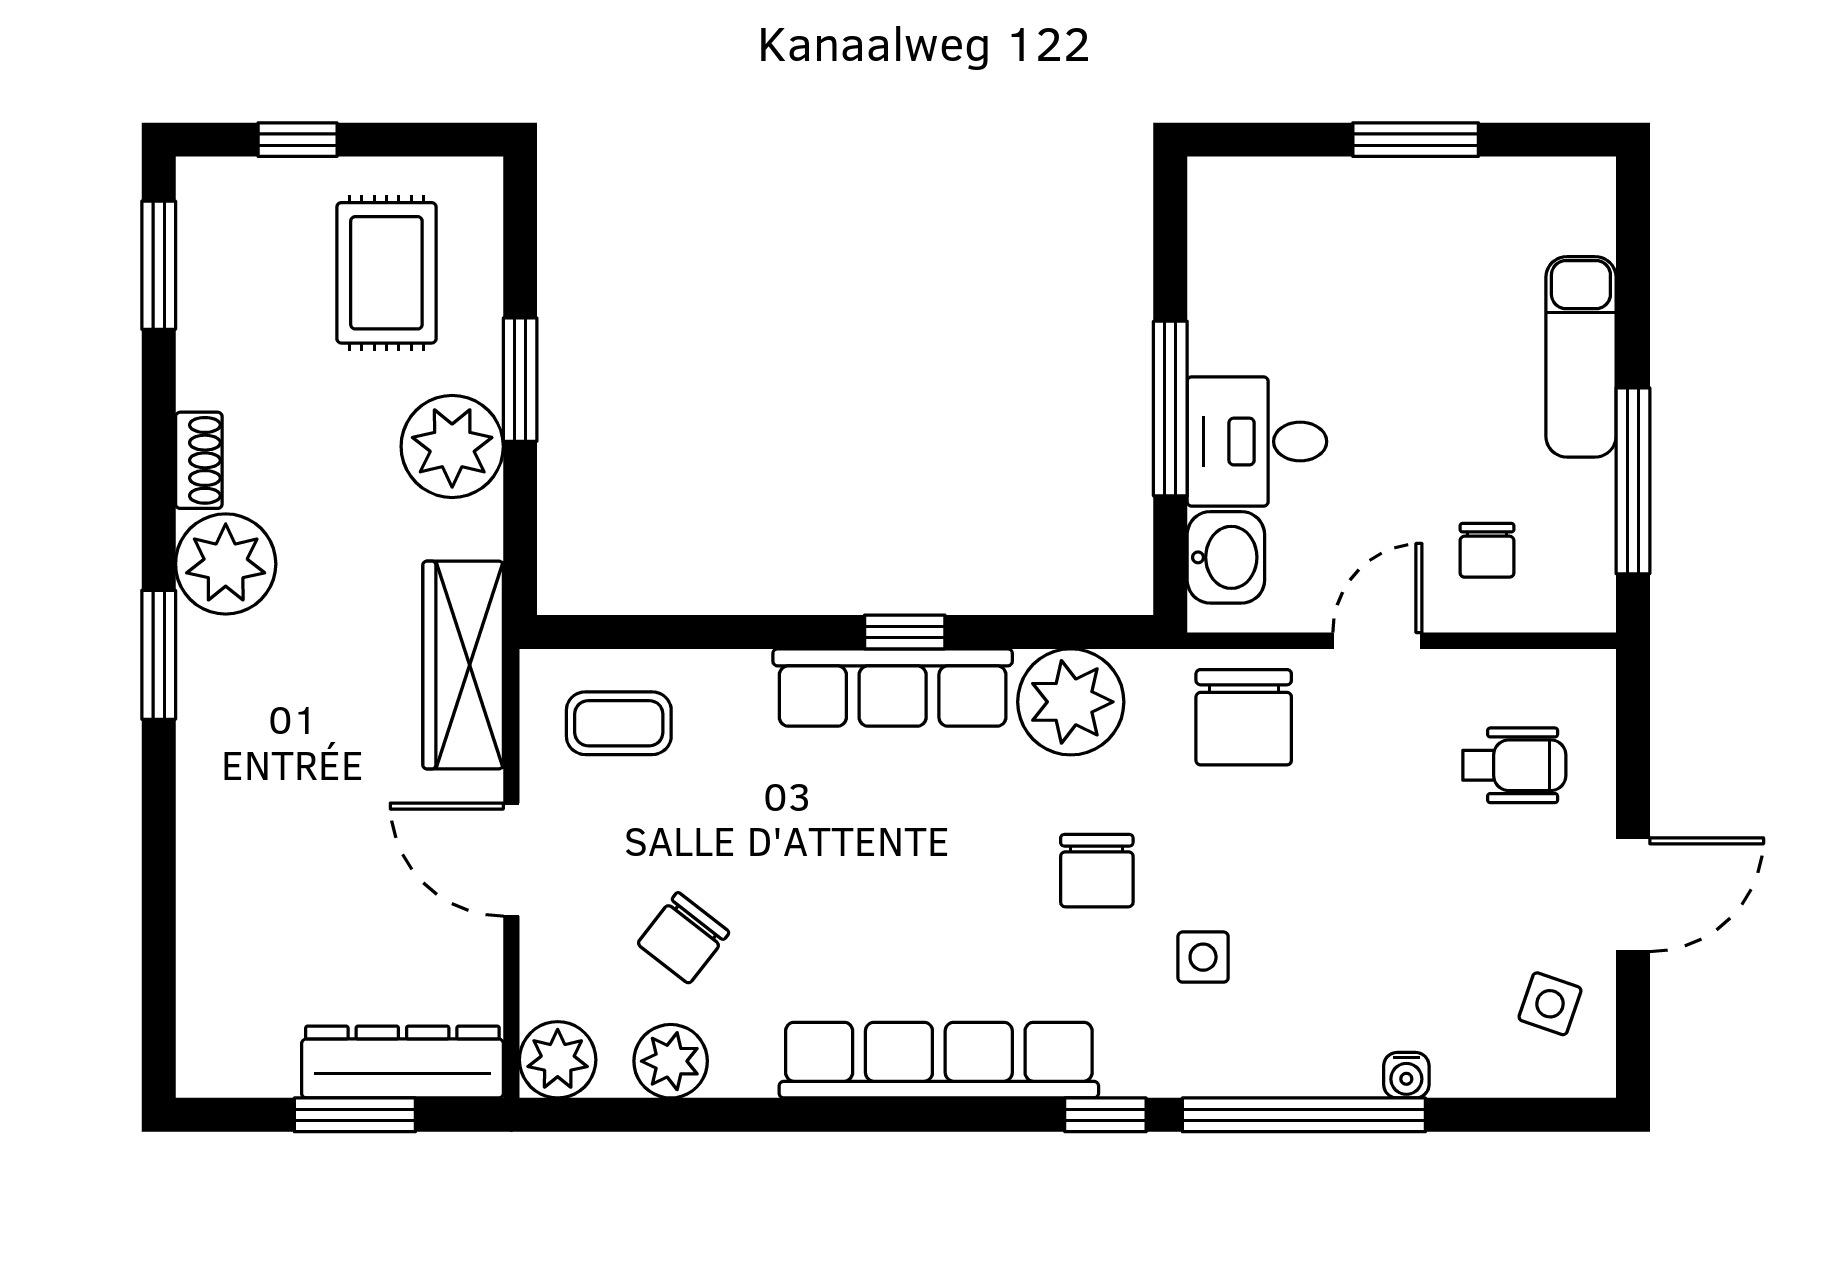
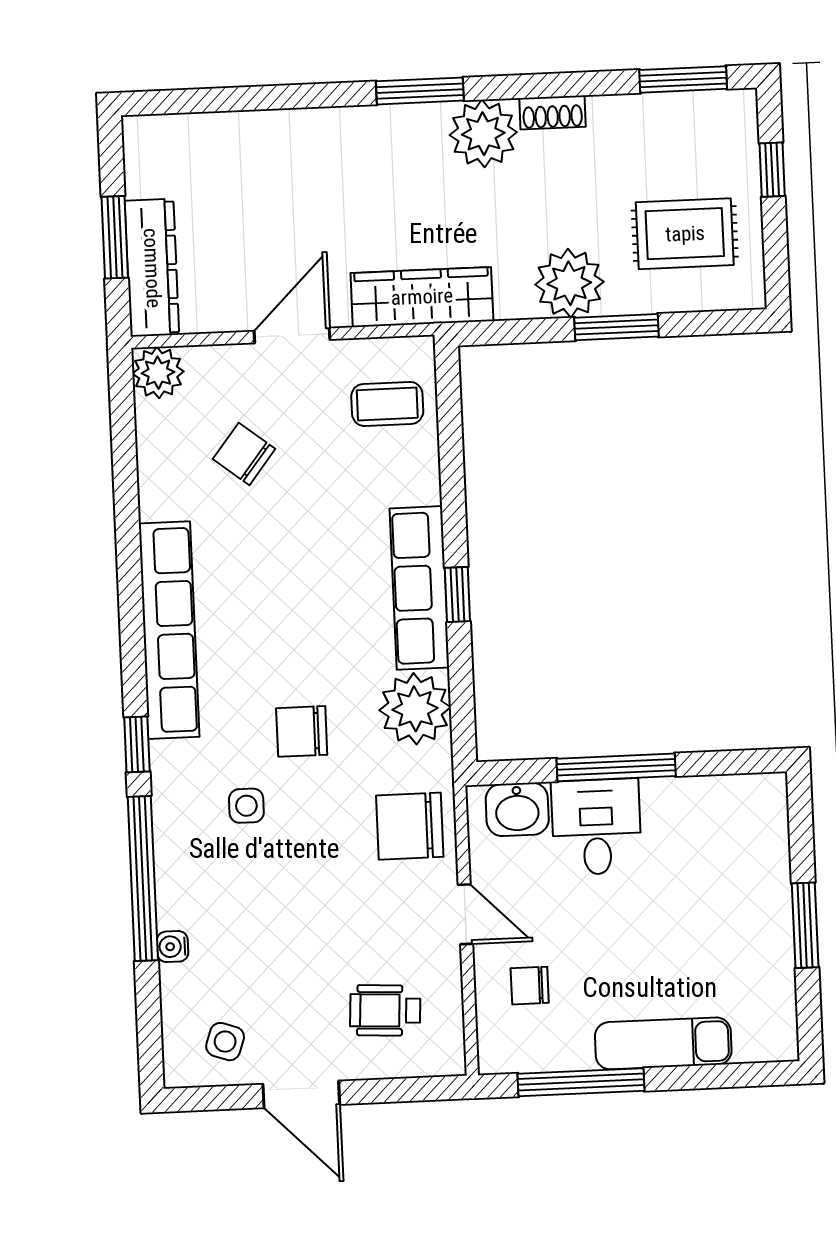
coffee table: (619, 723) -> (387, 404), turned 90
wheelchair: (1514, 765) -> (385, 1010), turned 93
plant: (671, 1061) -> (160, 449), removed

